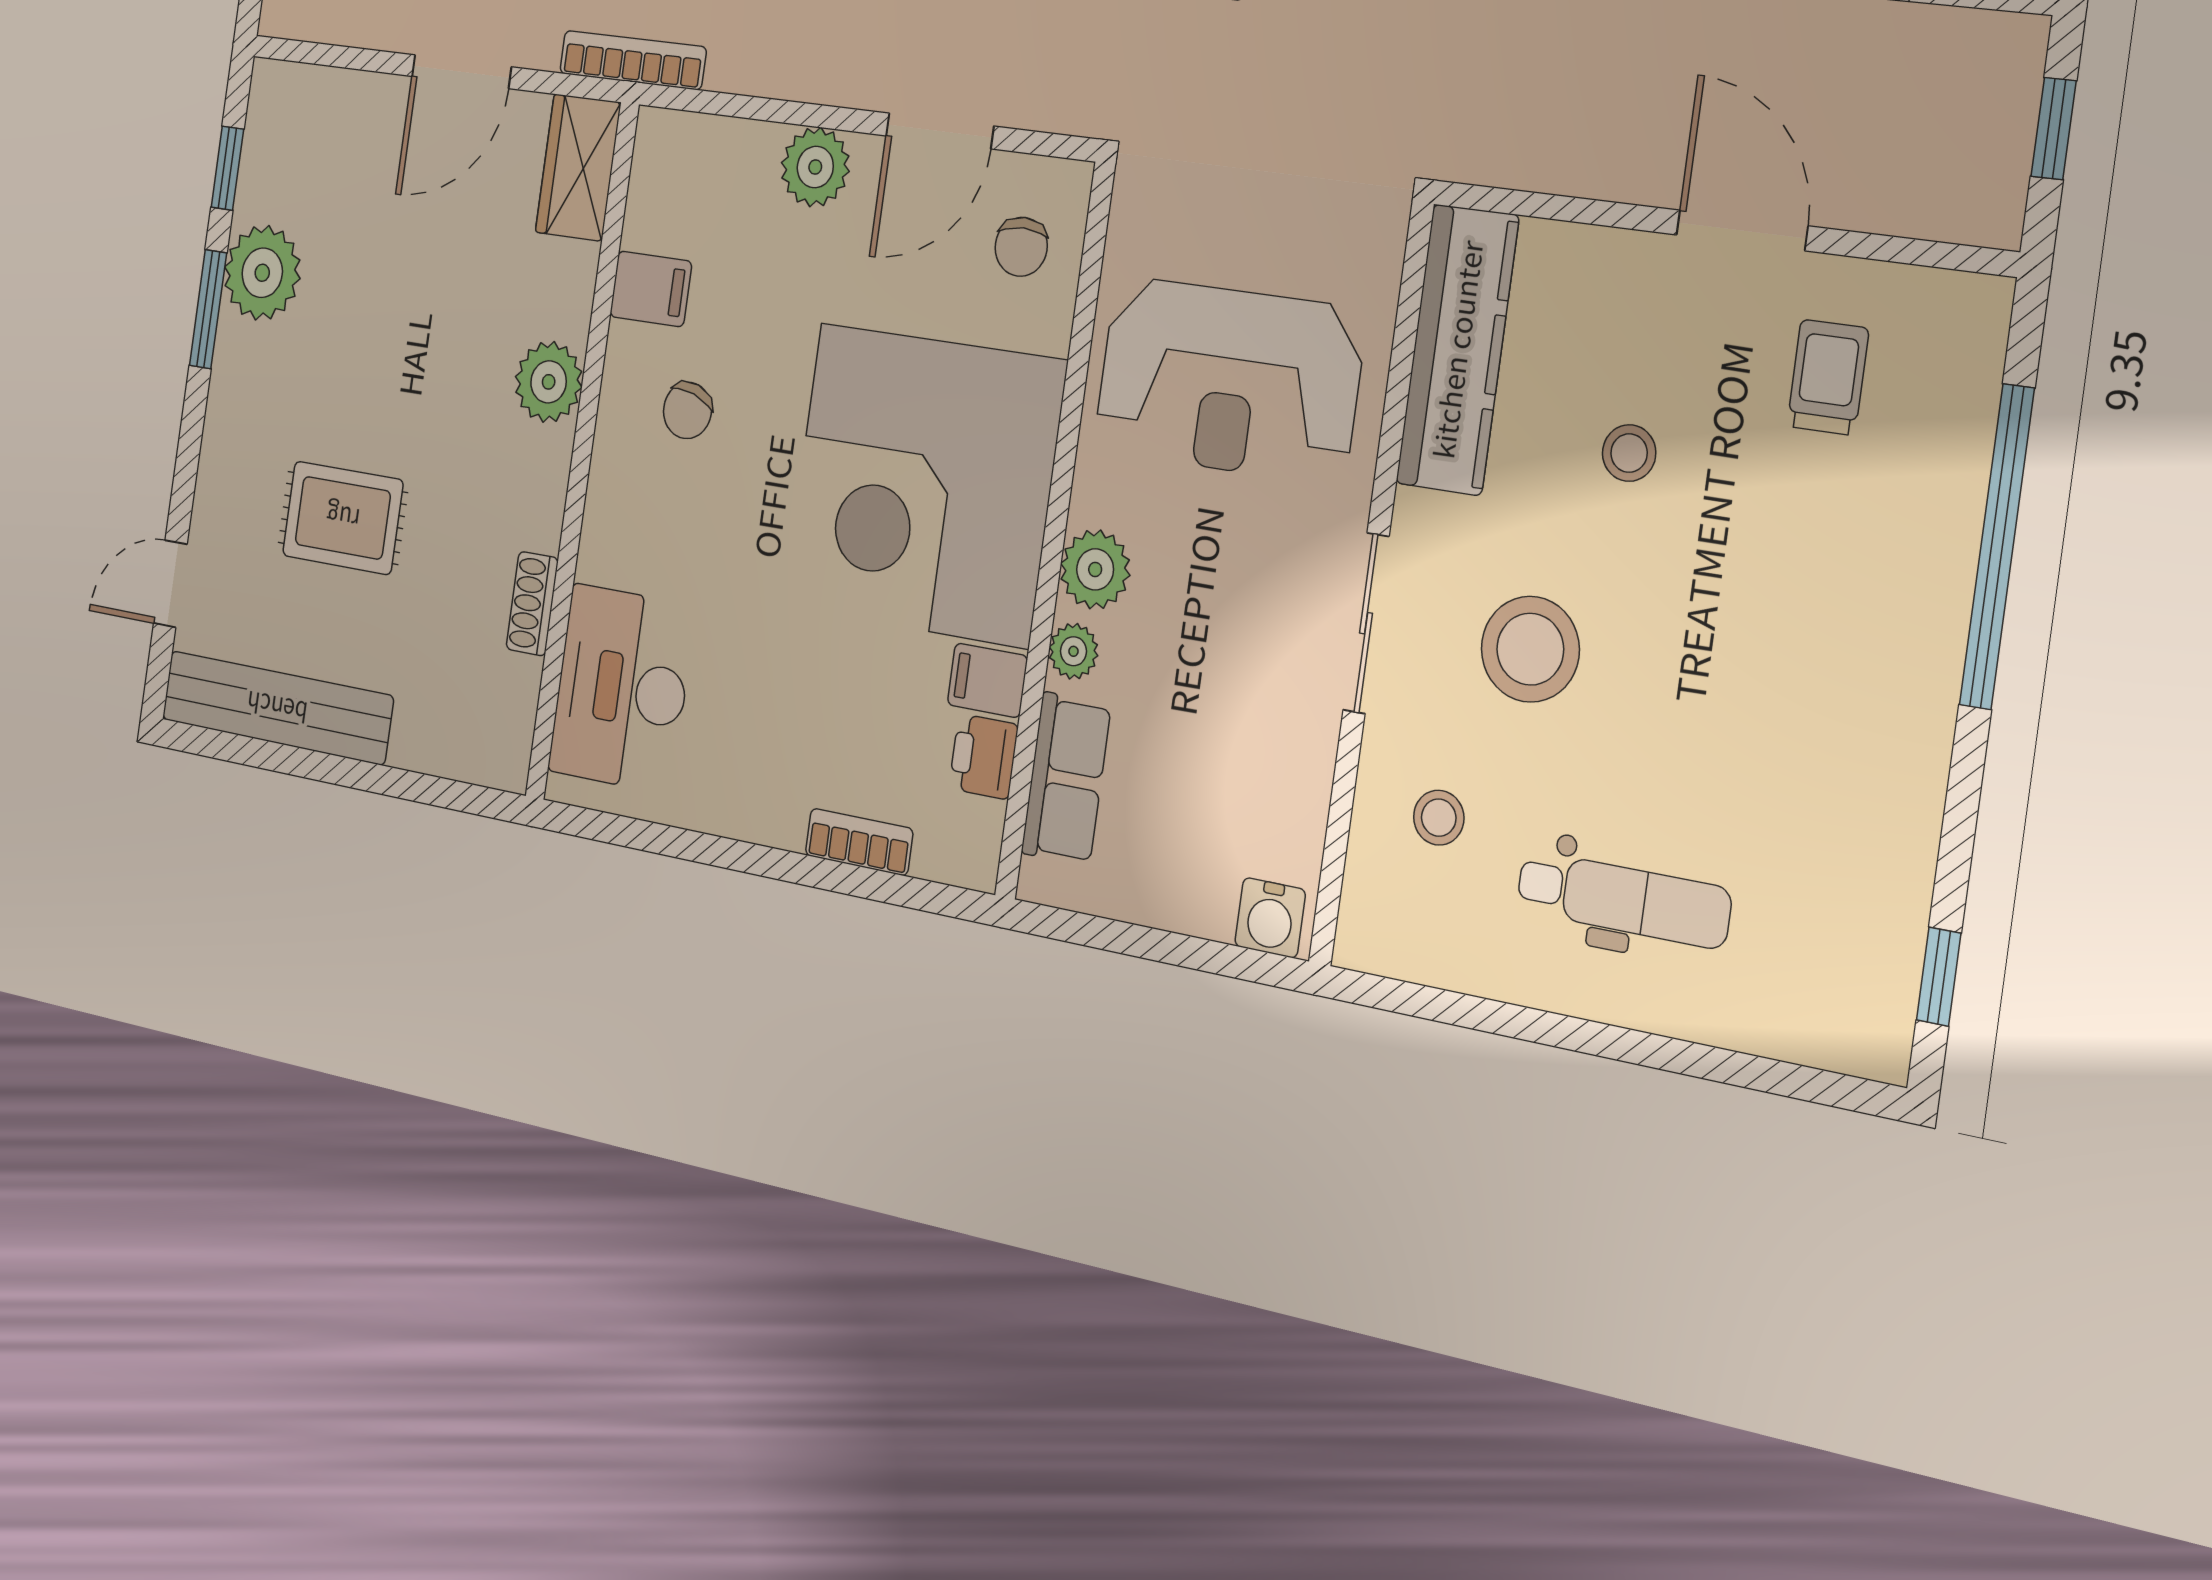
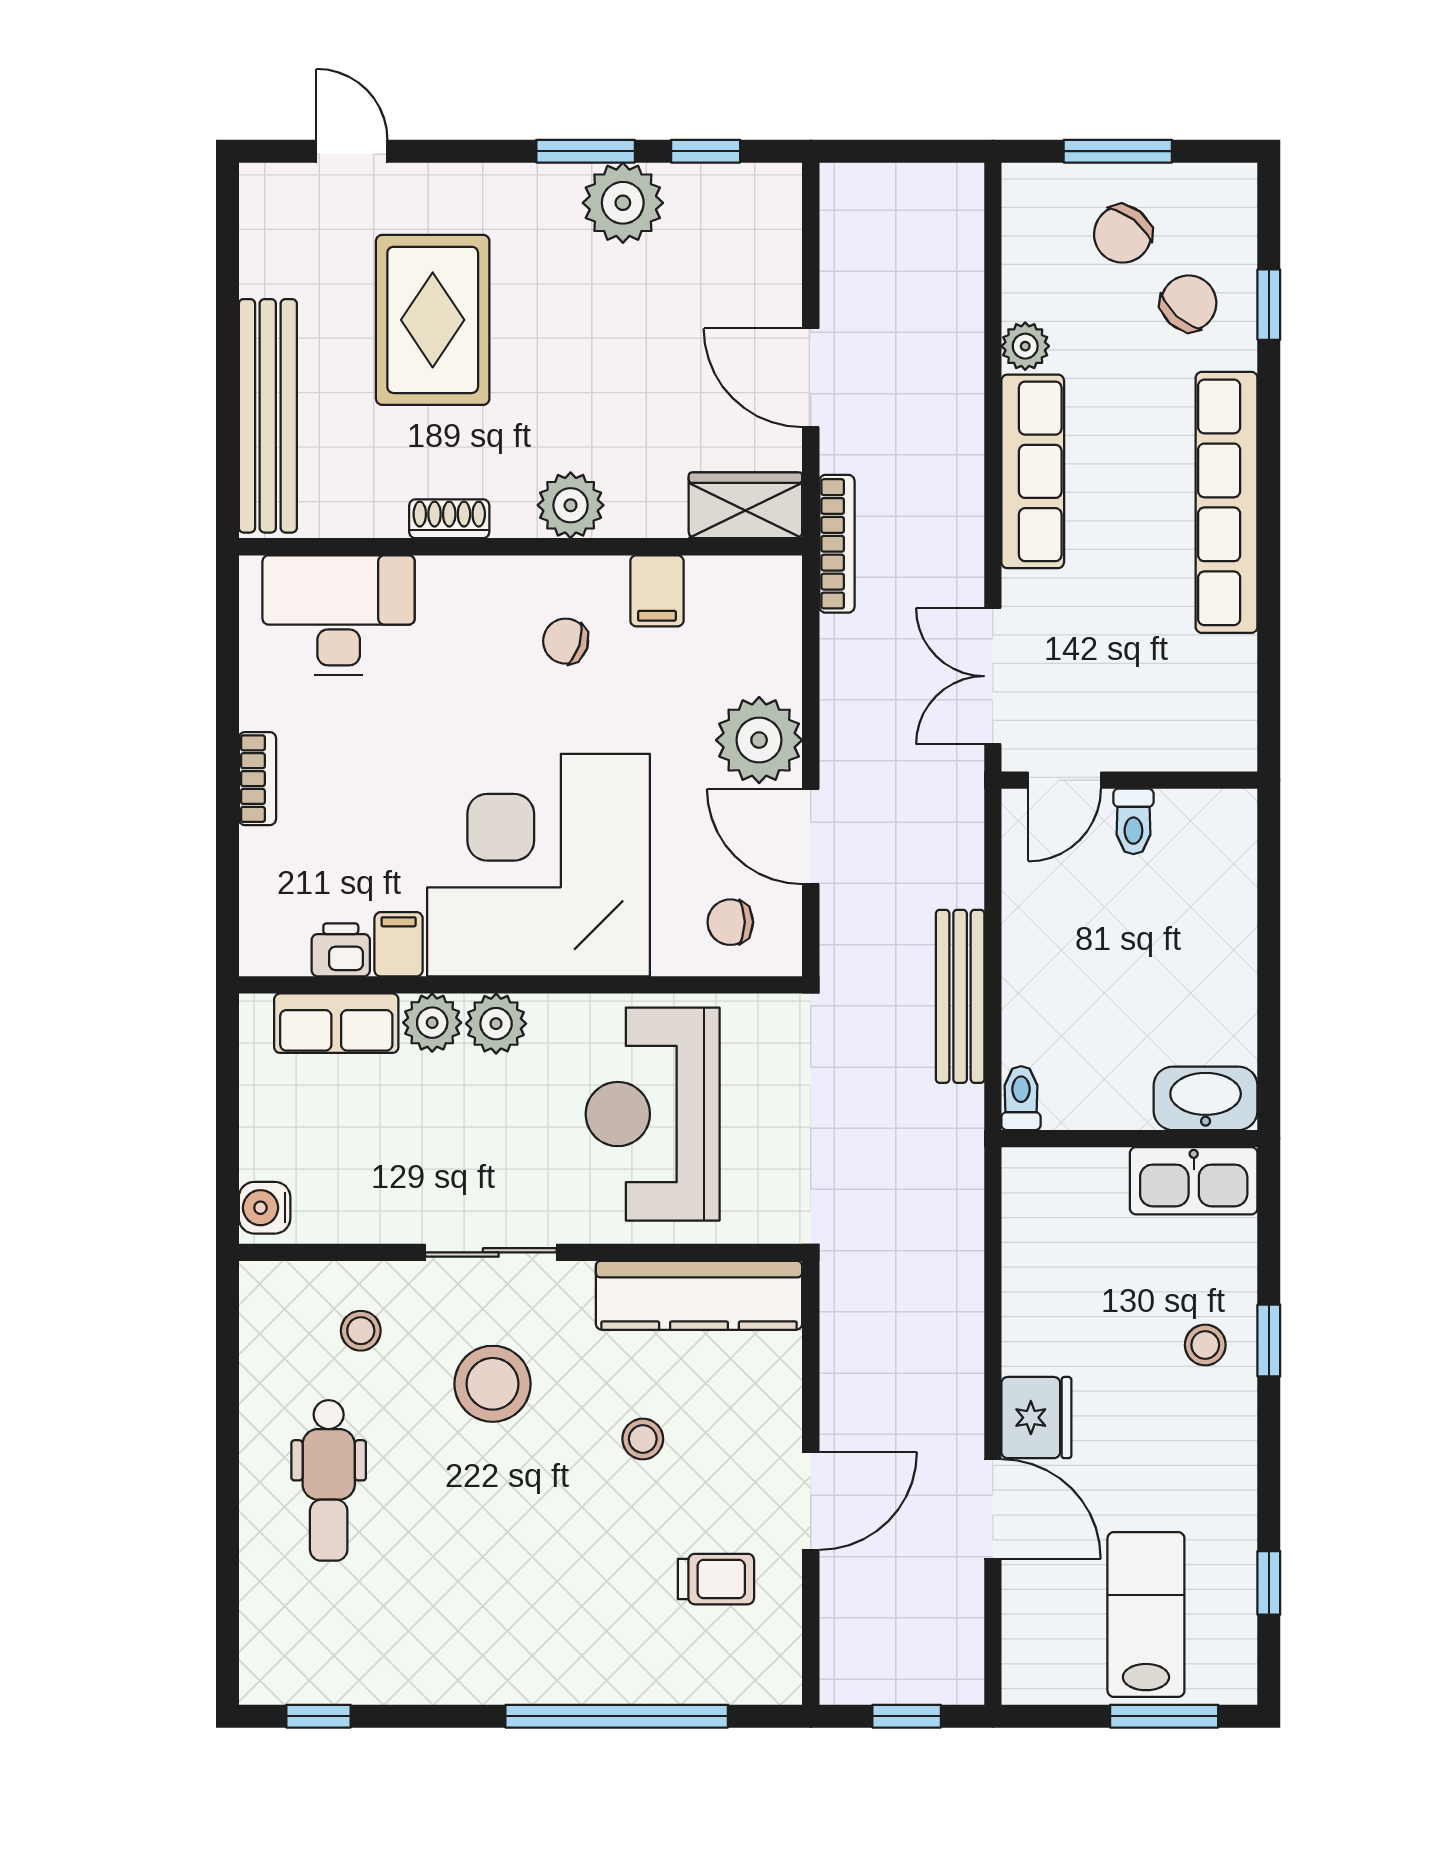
plant: (815, 167) -> (759, 740), width x1.36, depth x1.36
rug: (343, 518) -> (433, 320), width x1.36, depth x1.43
shoe rack: (532, 604) -> (449, 519), moved
plant: (1073, 651) -> (432, 1023), width x1.38, depth x1.38
bench: (277, 708) -> (268, 416), moved
bookcase: (859, 842) -> (257, 779), moved

